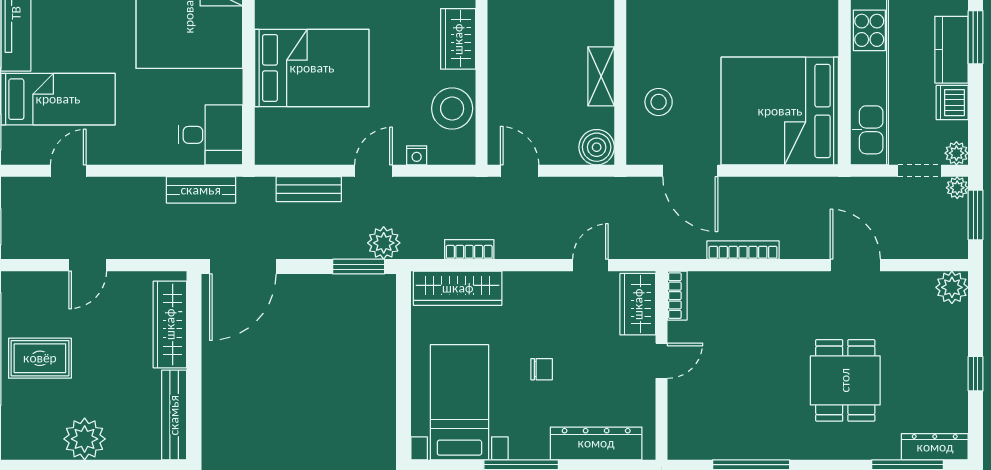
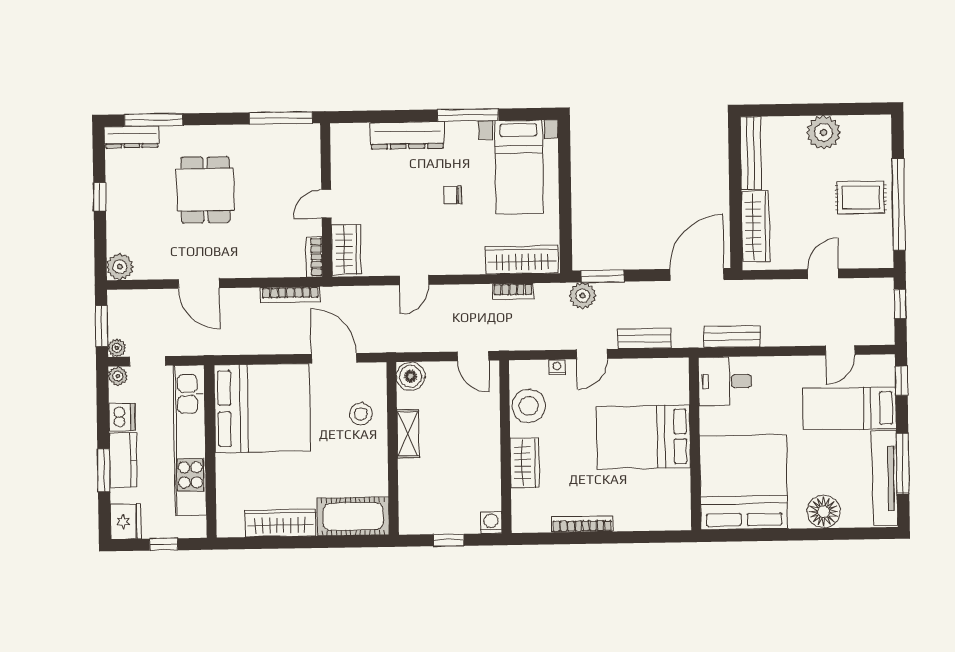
bookcase: (677, 296) -> (314, 257), moved
wardrobe: (638, 304) -> (346, 250), moved
door: (661, 361) -> (326, 204), moved
wall: (661, 365) -> (326, 200), moved

